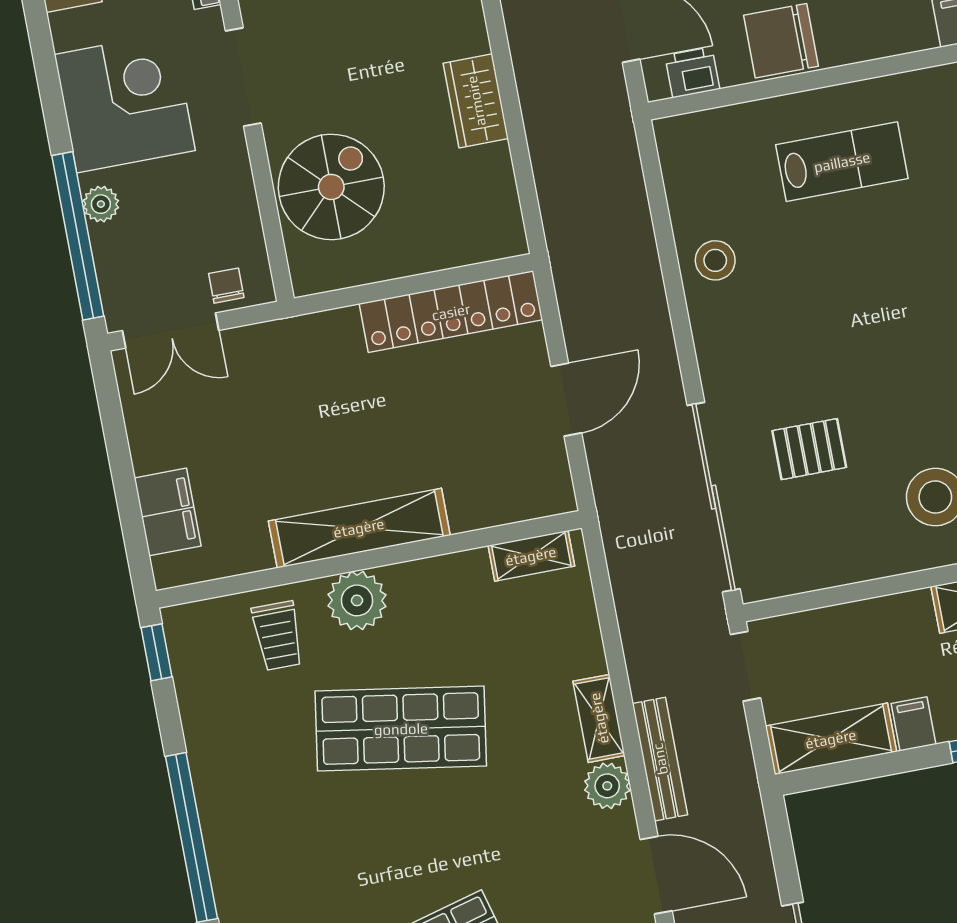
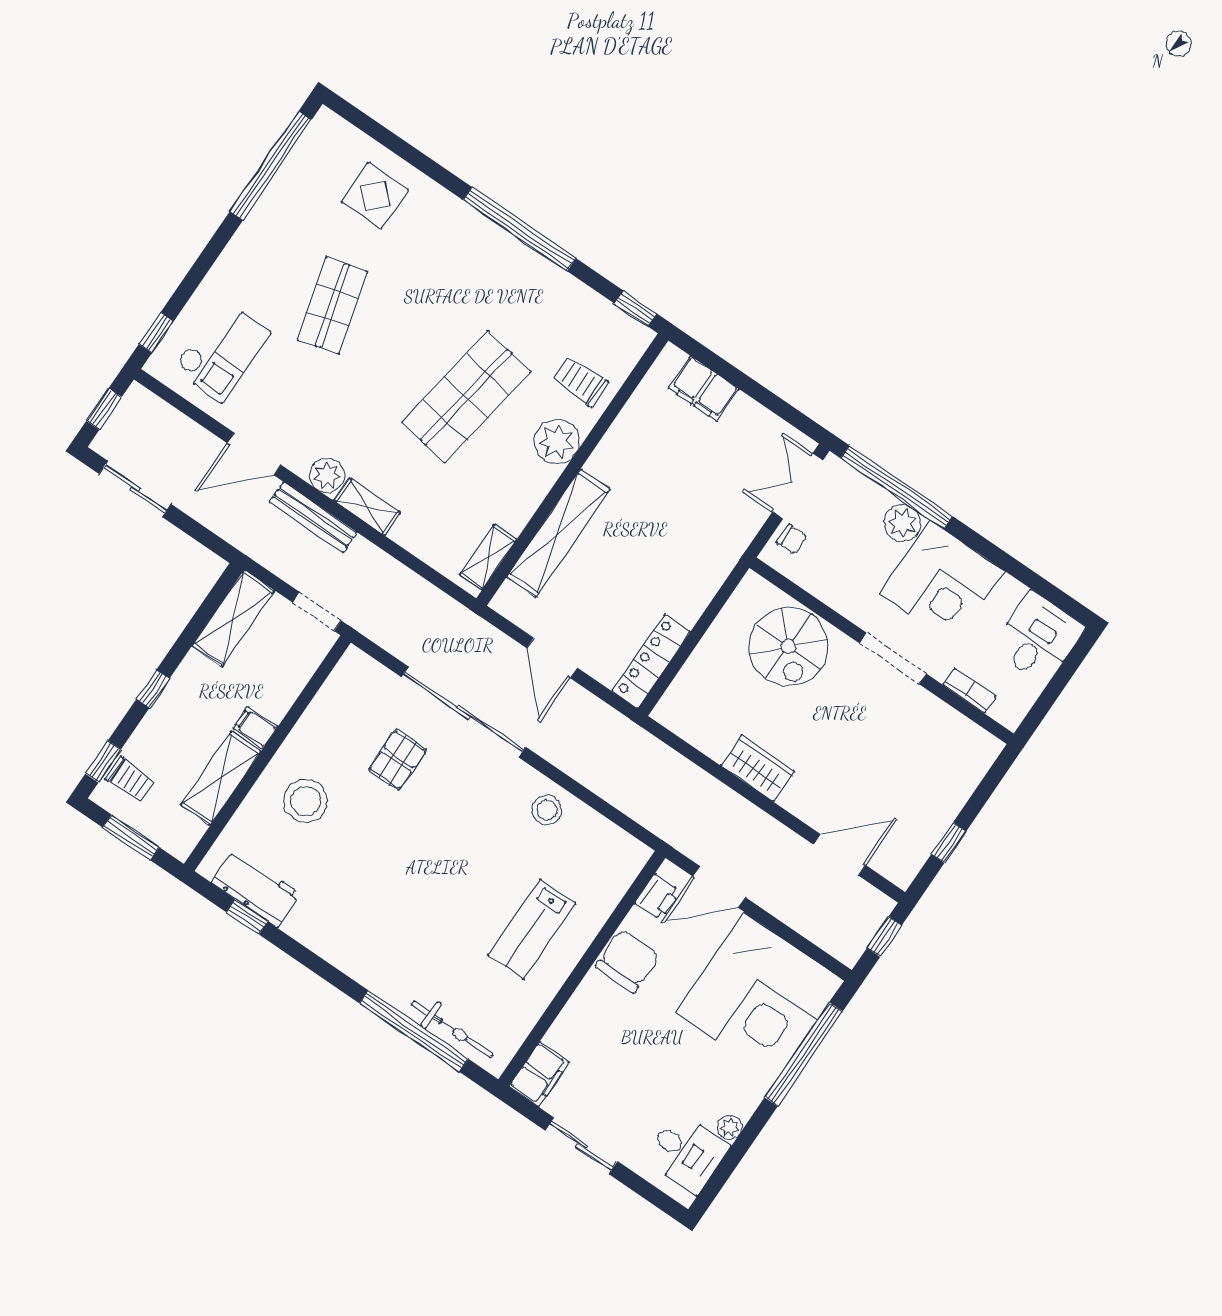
plant: (101, 204) -> (902, 523), width x1.38, depth x1.38
locker: (451, 312) -> (651, 662), width x0.71, depth x0.83
sliding door: (714, 497) -> (464, 712), moved
shelving: (359, 528) -> (558, 533), moved
filing cabinet: (913, 724) -> (255, 728), moved, turned 180

